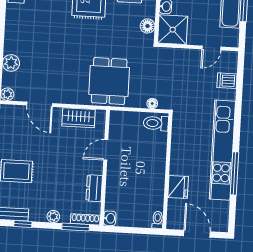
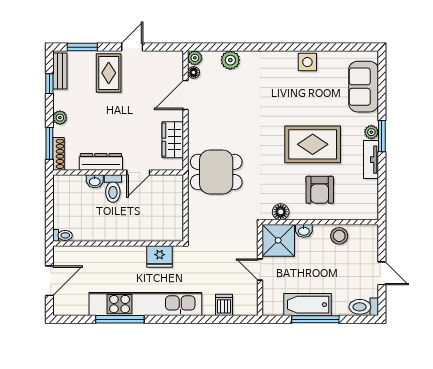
door: (211, 48) -> (260, 269), moved
floor lamp: (152, 103) -> (194, 72), moved
toilet: (156, 123) -> (113, 189), moved, turned 180
door: (106, 150) -> (138, 173), swing flipped
fridge: (178, 187) -> (160, 256), moved
dresser: (94, 188) -> (101, 162), width x1.44
washbasin: (110, 218) -> (95, 181), moved

